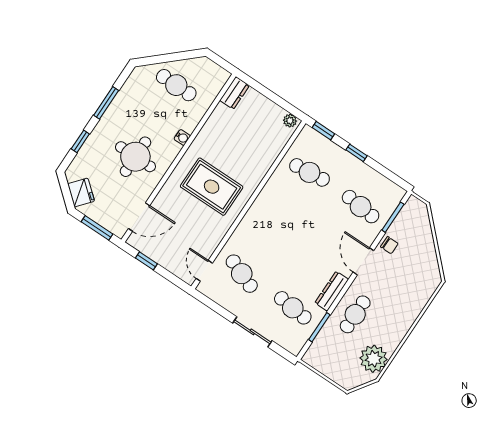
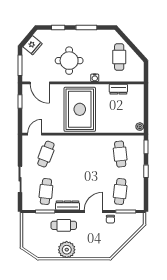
dresser: (235, 93) -> (118, 89), moved
rug: (212, 187) -> (80, 109), width x1.37, depth x1.44
plant: (374, 359) -> (67, 250), moved

